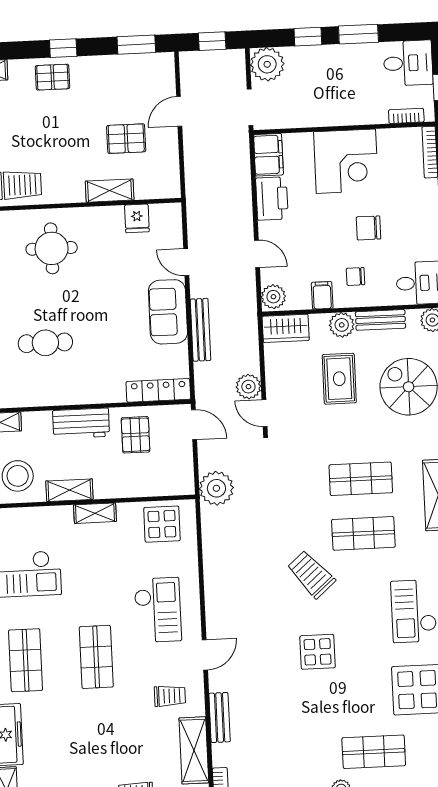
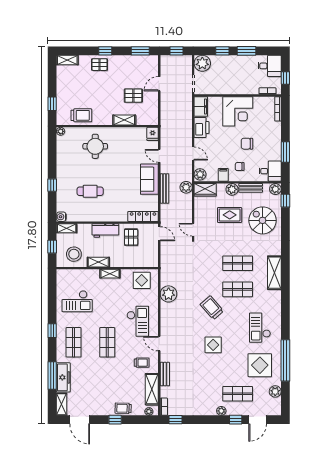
fridge: (137, 218) -> (153, 134), moved
rug: (339, 379) -> (230, 215), turned 90
plant: (248, 387) -> (186, 187), moved
plant: (216, 488) -> (169, 294), moved
door: (205, 655) -> (159, 344), swing flipped

